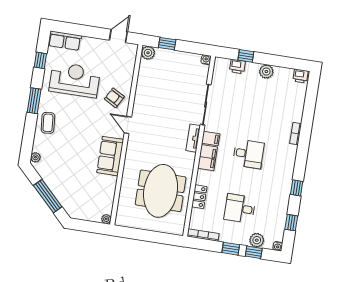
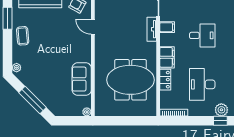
sofa: (110, 156) -> (82, 79), moved
filing cabinet: (208, 158) -> (167, 57), moved
meeting table: (161, 191) -> (130, 80), turned 90
desk: (240, 208) -> (202, 84), width x1.37
window: (231, 249) -> (200, 121), removed

